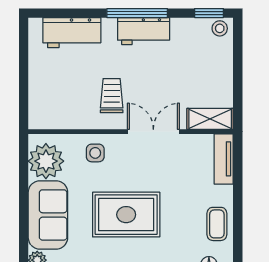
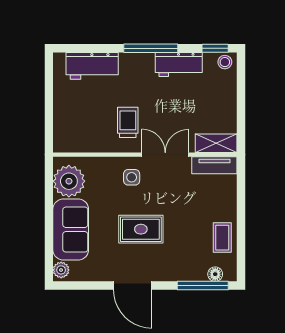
workbench: (144, 31) -> (179, 64), moved
side table: (95, 153) -> (132, 177), moved
tv unit: (224, 159) -> (214, 165), moved, turned -90
rug: (126, 215) -> (141, 229), width x0.73, depth x0.70

